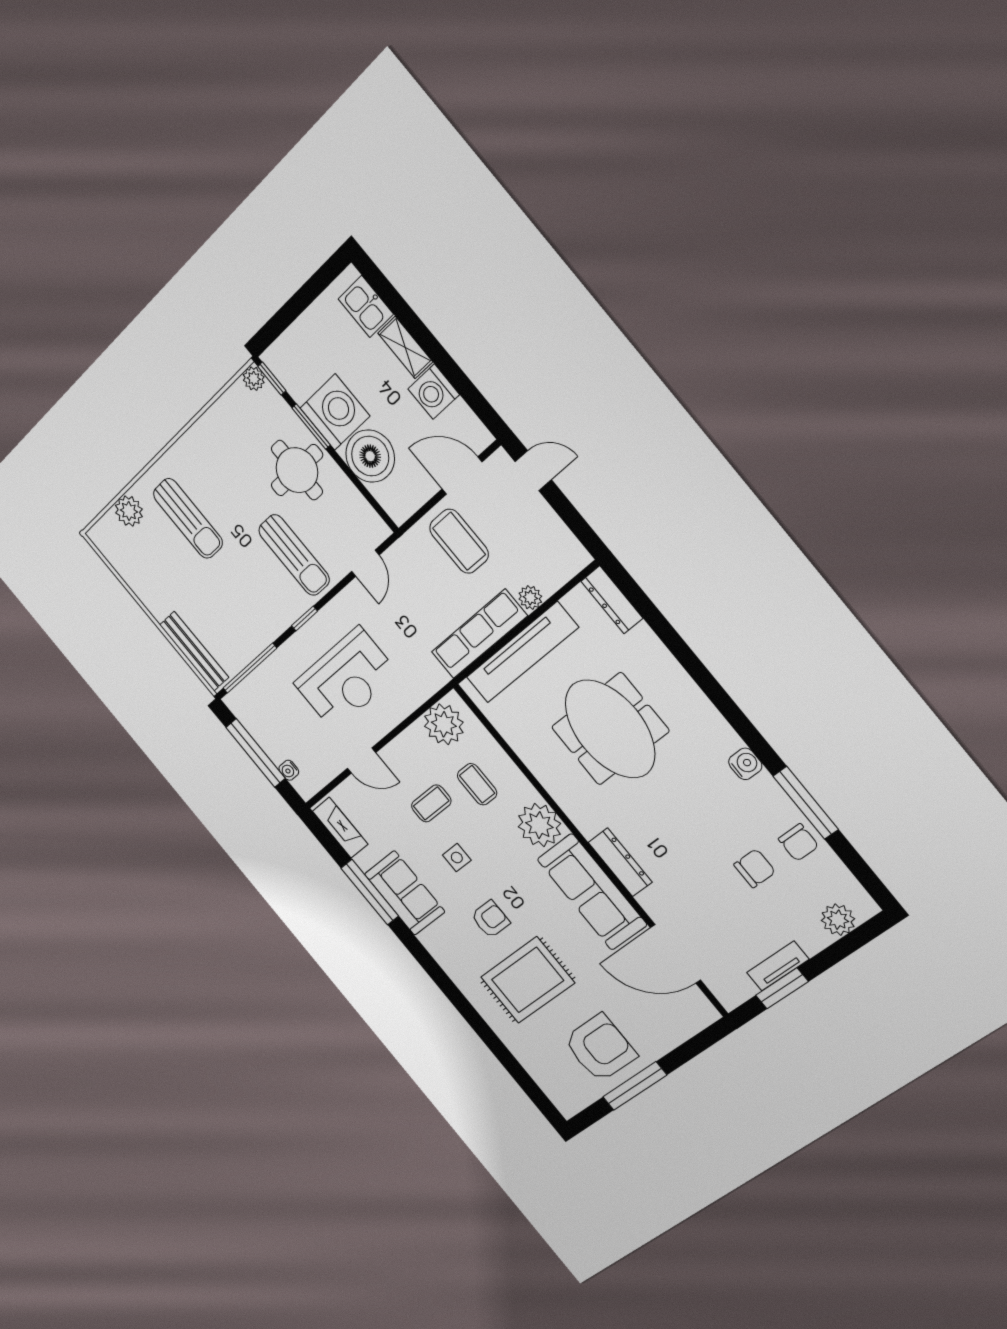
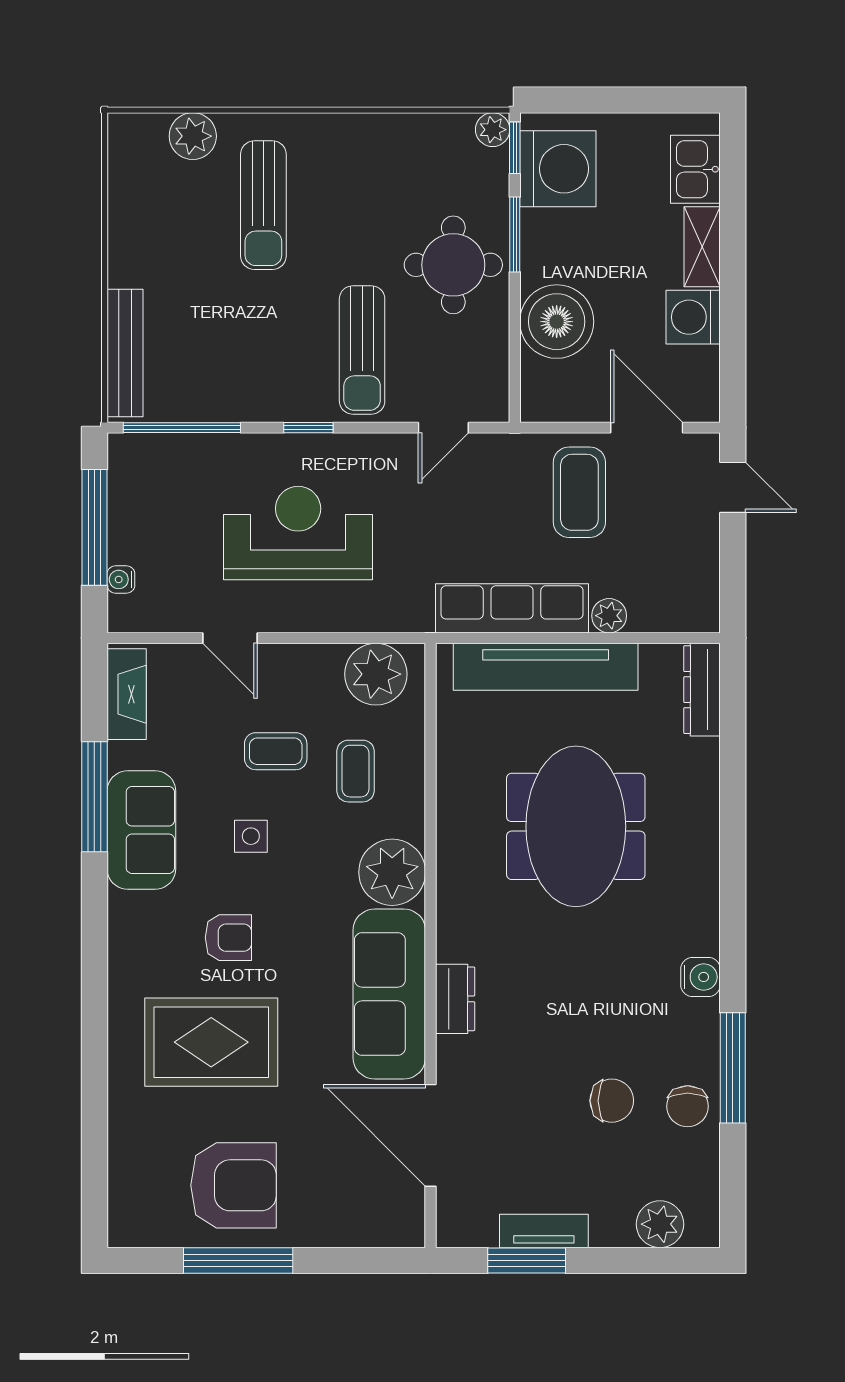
washing machine: (335, 412) -> (558, 169), moved
reception desk: (346, 679) -> (298, 533), turned 180
dresser: (620, 862) -> (455, 999), width x0.70

